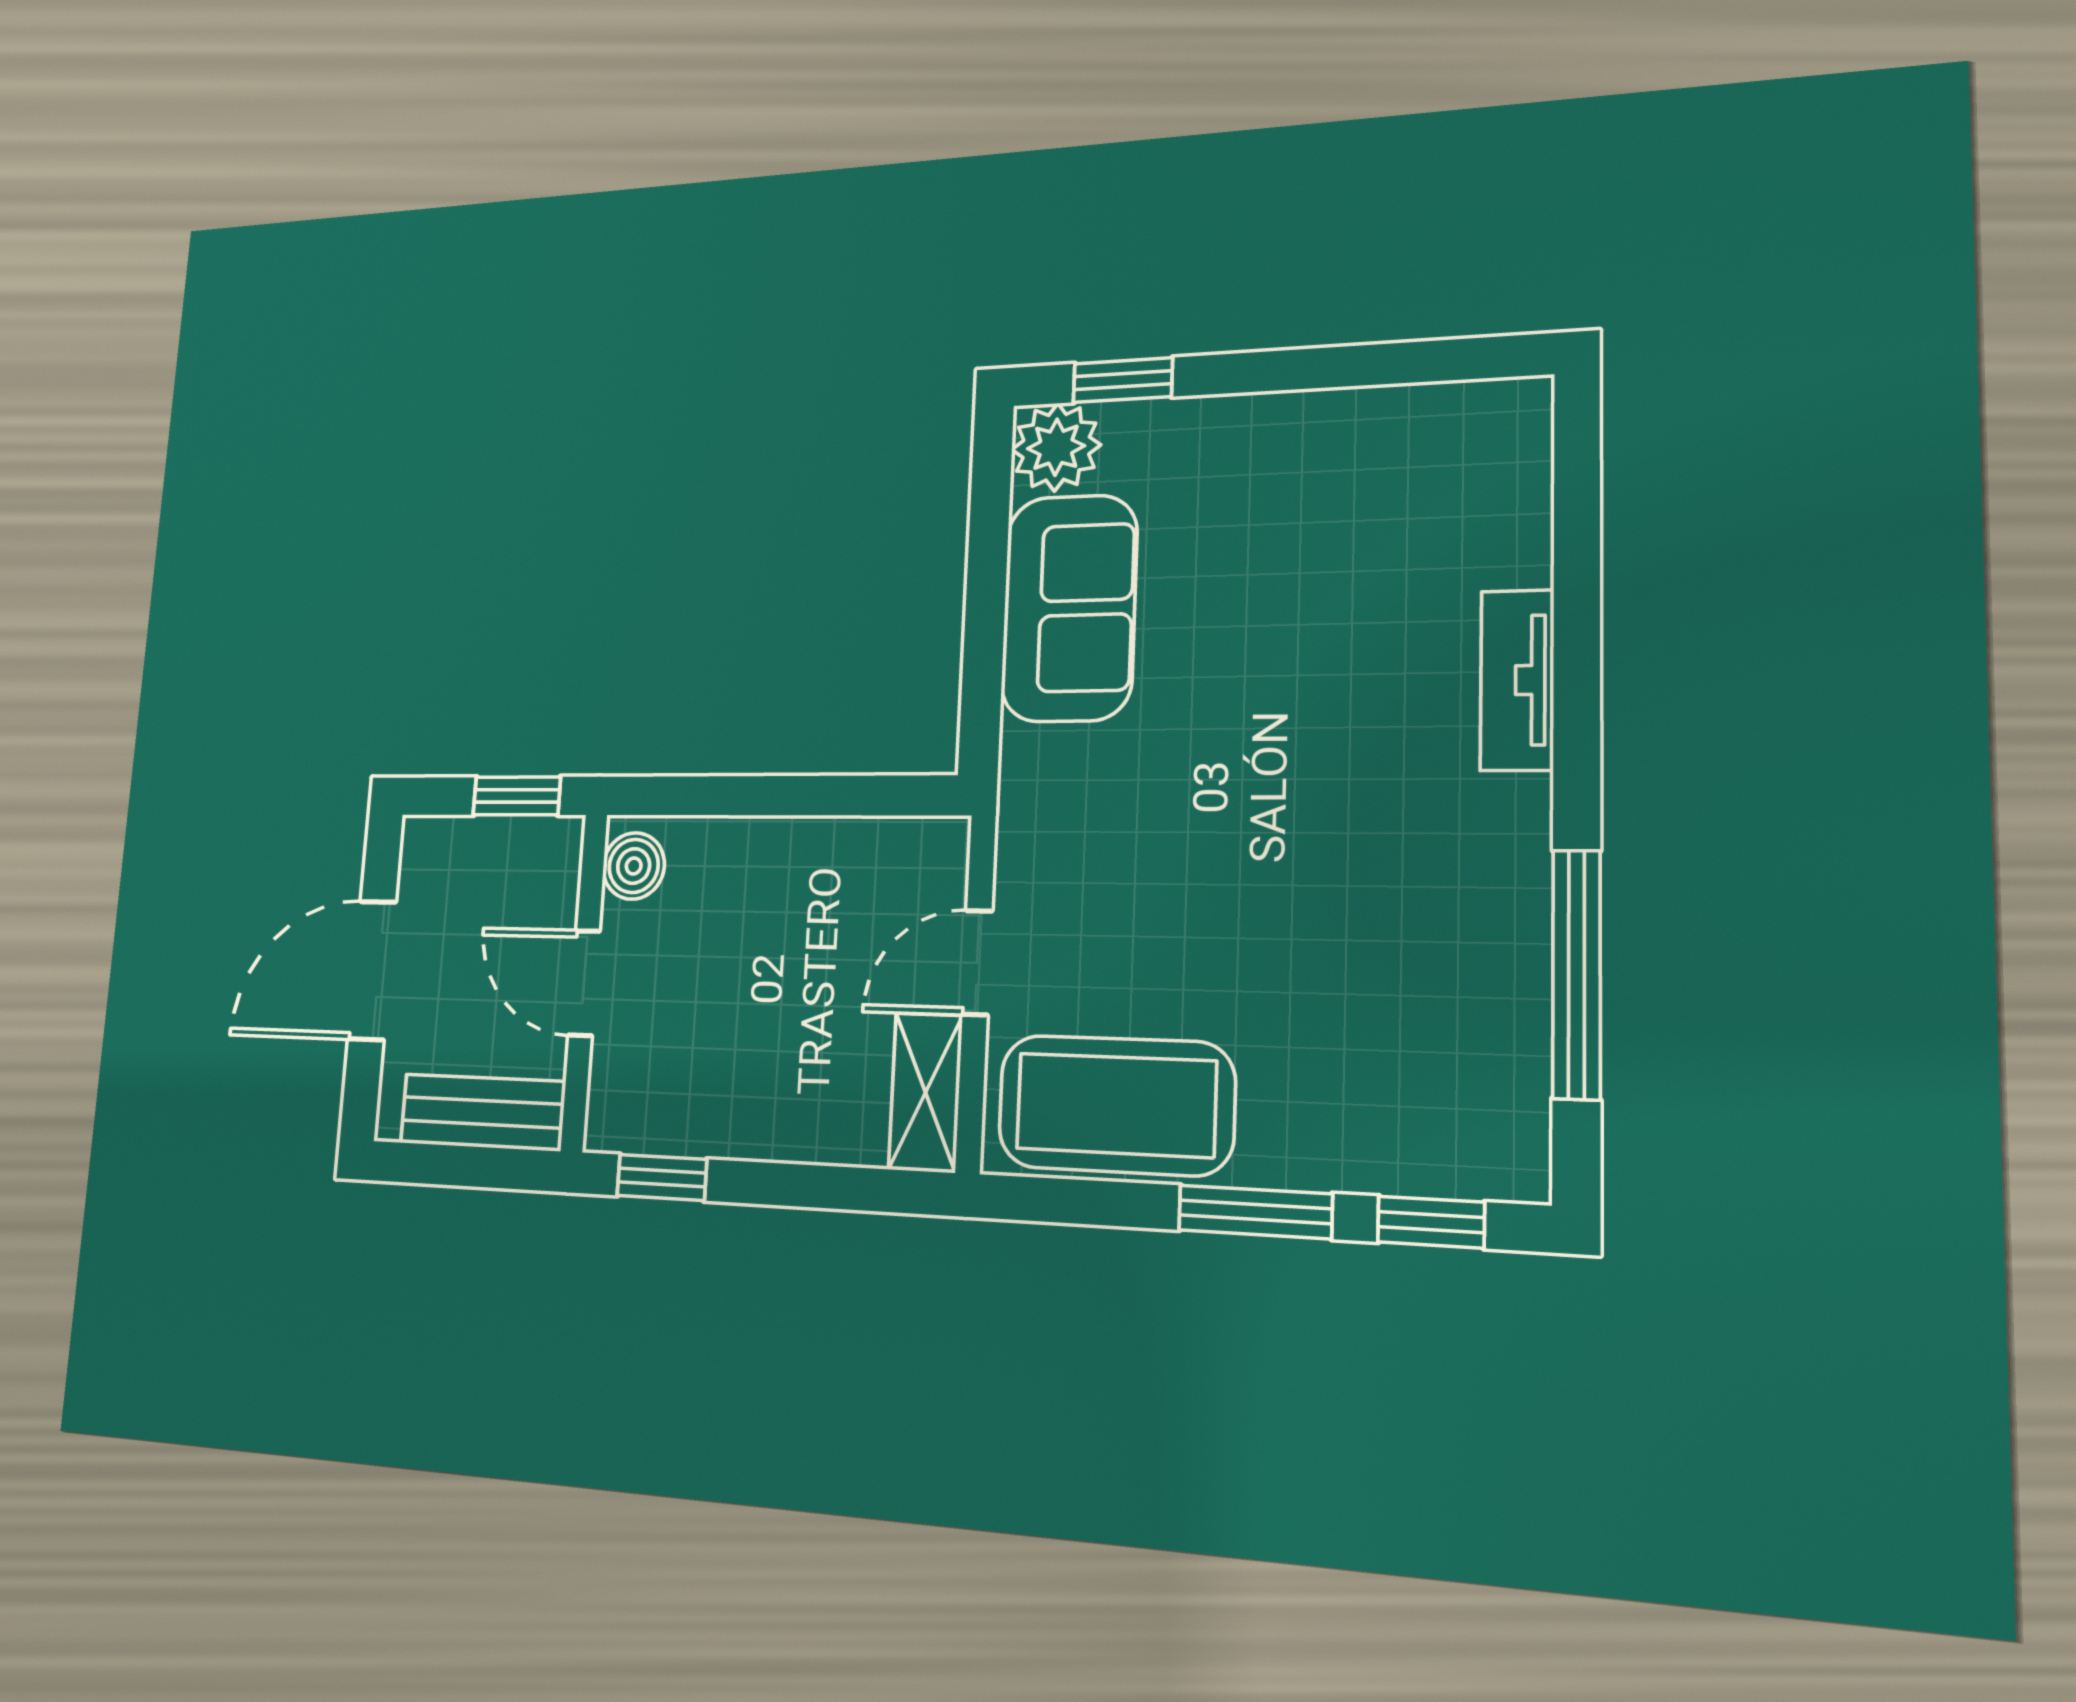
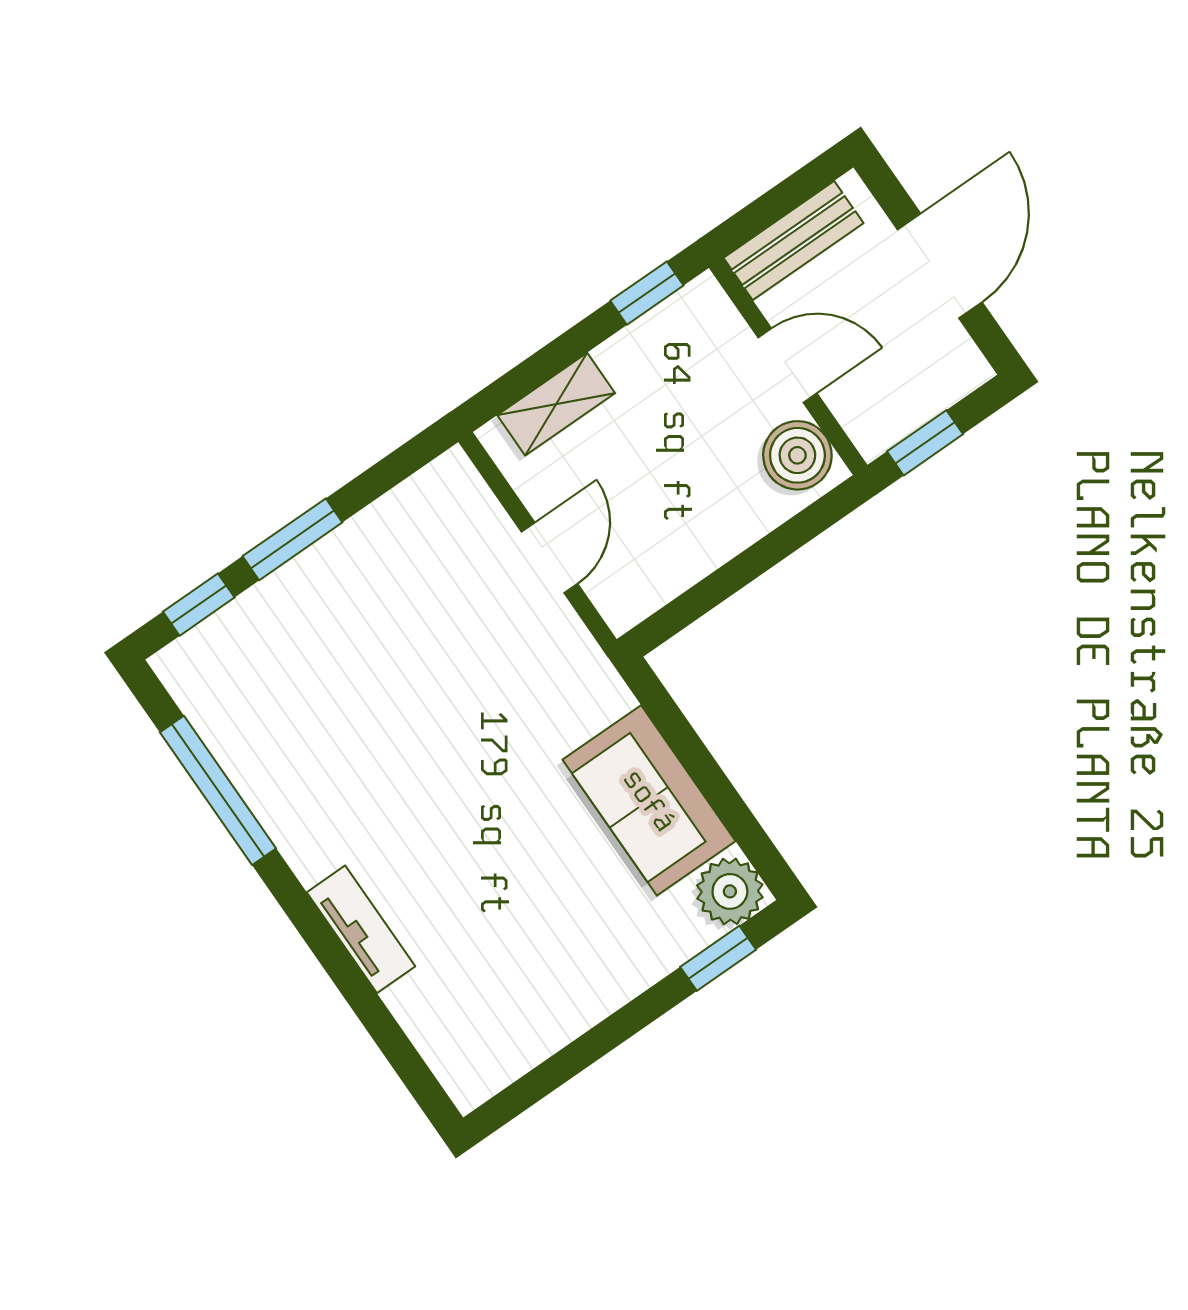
boiler: (634, 866) -> (797, 455), width x1.36, depth x1.36
shelving: (925, 1092) -> (556, 404), moved, turned 90
coffee table: (1116, 1105) -> (410, 539), removed

